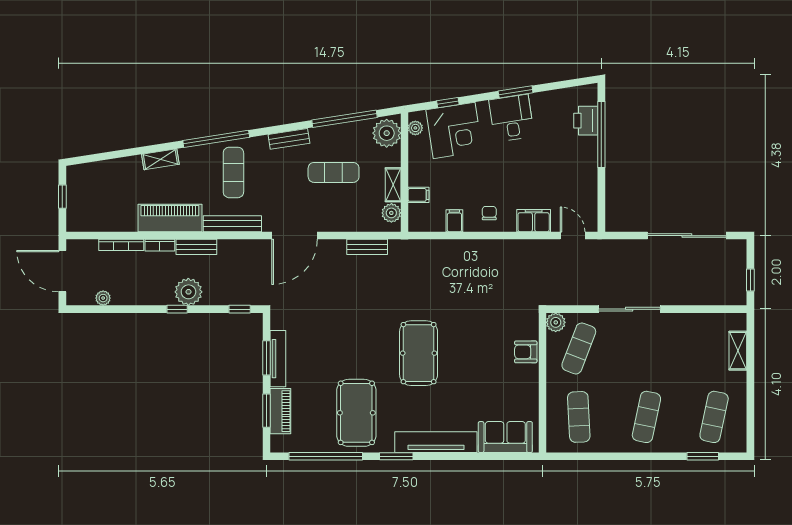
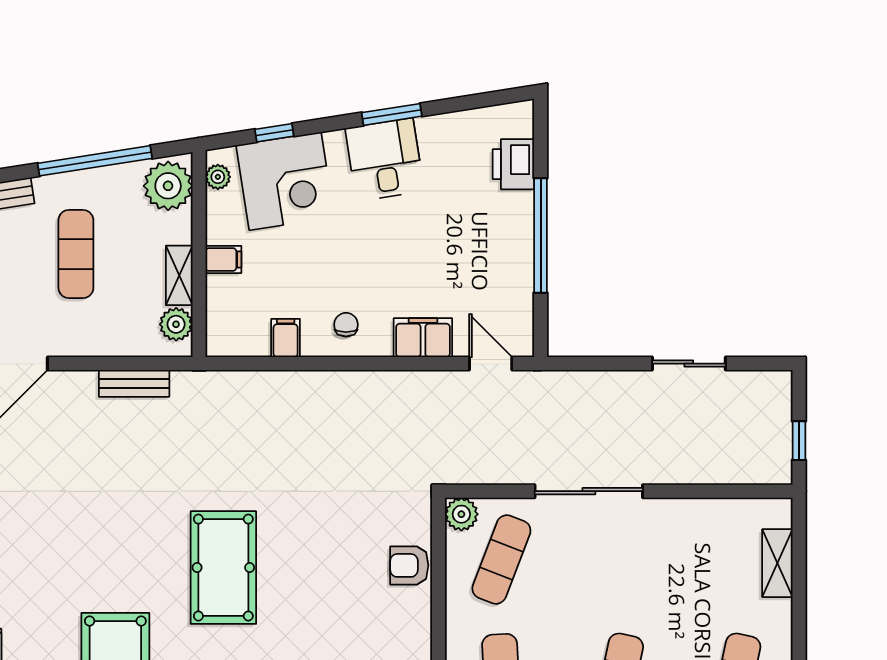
window: (601, 135) -> (541, 236), moved
exercise mat: (334, 172) -> (76, 254), turned 90
filing cabinet: (419, 195) -> (223, 260), moved
sliding door: (687, 236) -> (689, 364), width x0.54

